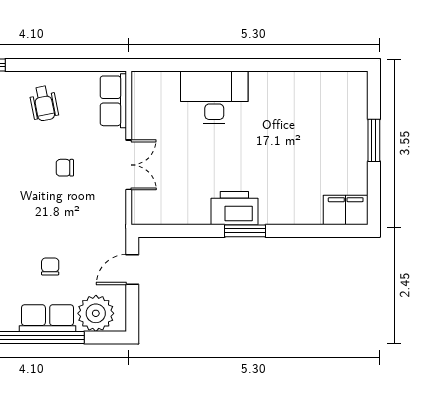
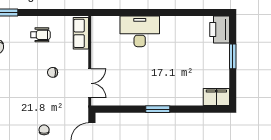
wheelchair: (44, 103) -> (40, 35), turned -79
double door: (129, 165) -> (90, 83), moved
printer: (234, 208) -> (220, 30), moved, turned -90

